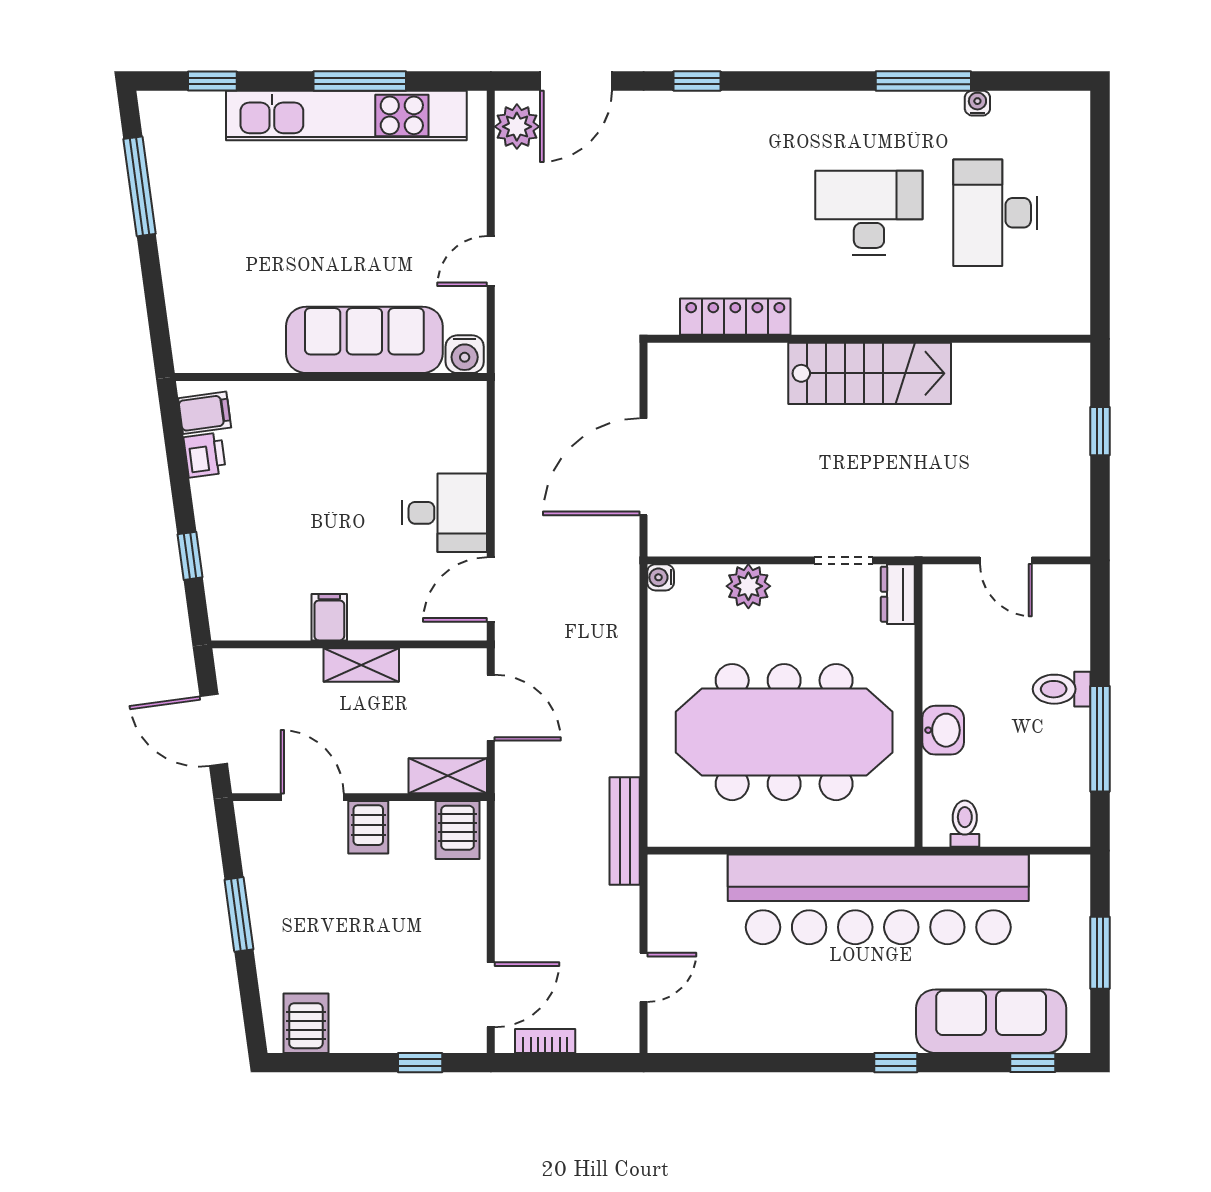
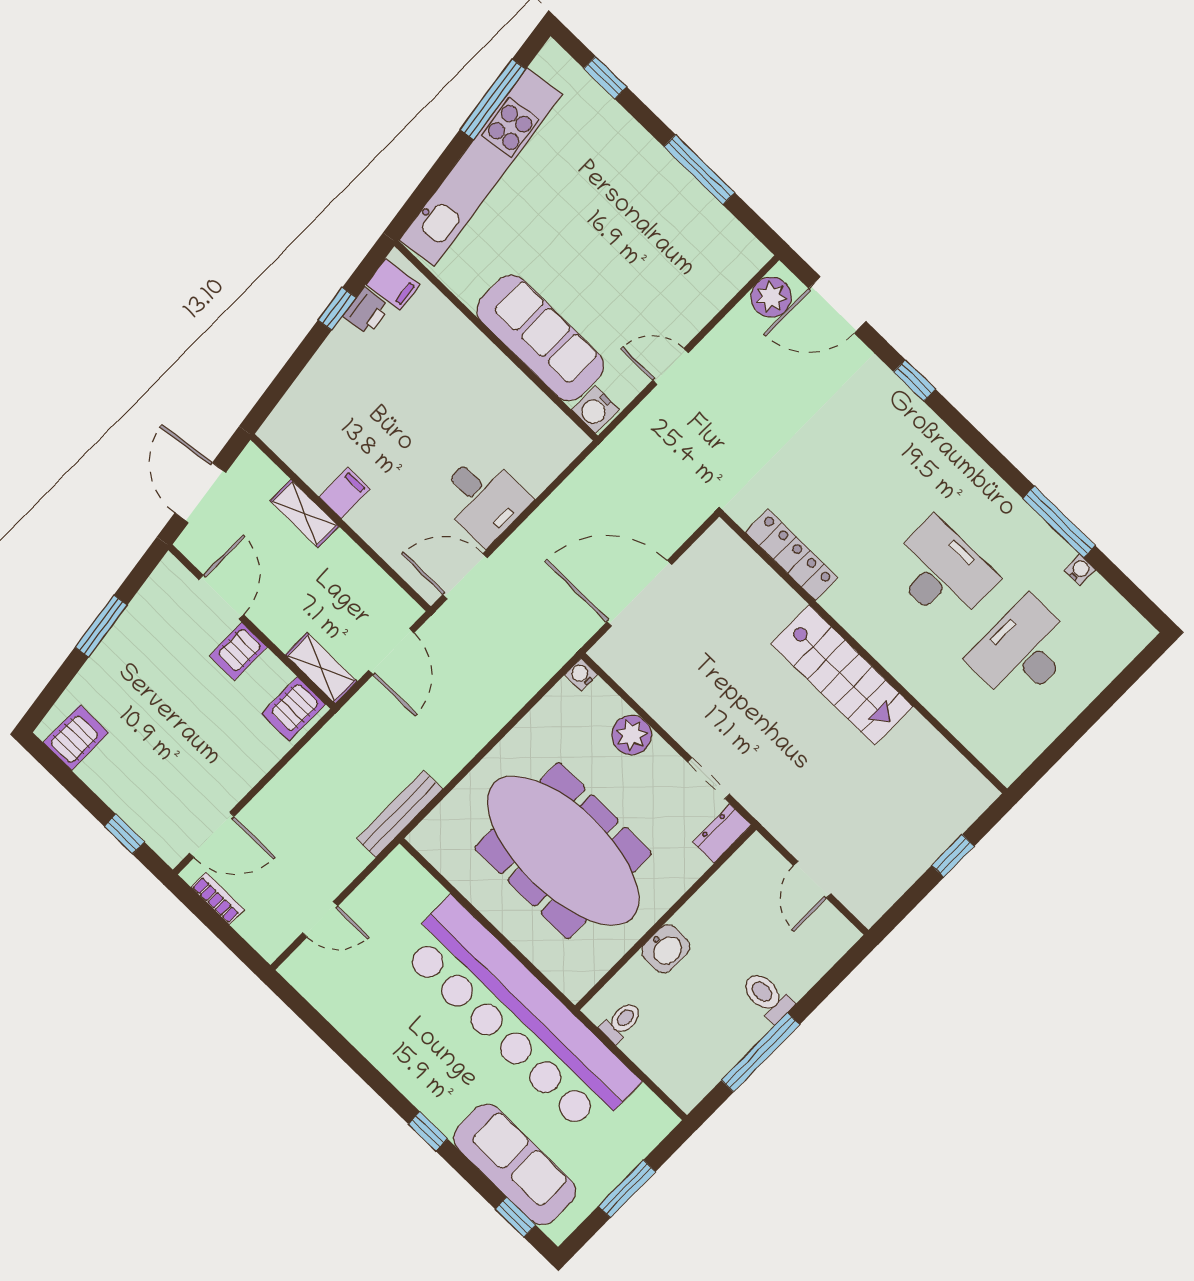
kitchen unit: (346, 115) -> (481, 167), moved, turned -98
window: (190, 556) -> (337, 309), moved
shelving: (361, 665) -> (305, 514), moved

